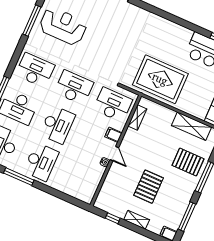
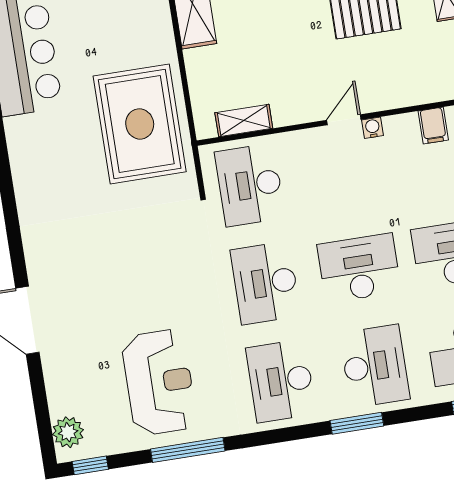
reception desk: (63, 26) -> (159, 382), turned 180
filing cabinet: (114, 135) -> (433, 125), moved

